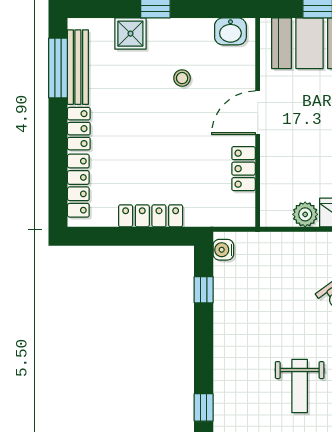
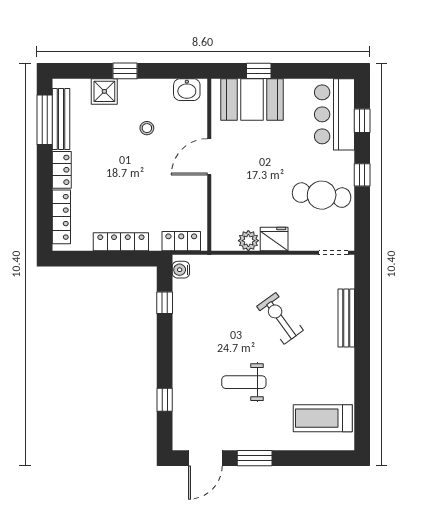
locker: (244, 169) -> (181, 241), moved, turned 90
weight bench: (300, 386) -> (244, 382), turned 90

